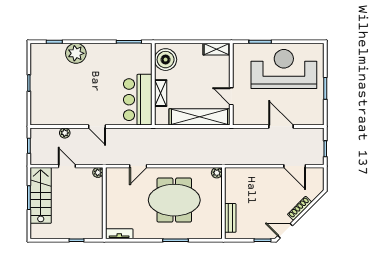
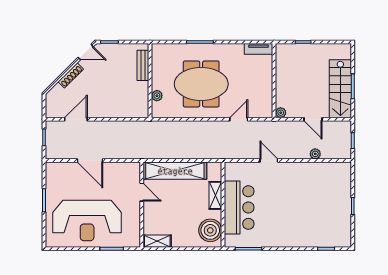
plant: (76, 53) -> (304, 237), removed
bar counter: (138, 100) -> (239, 208), moved
door: (97, 126) -> (269, 161), moved
door: (295, 166) -> (76, 119), hinge flipped
plant: (217, 173) -> (157, 96), moved

